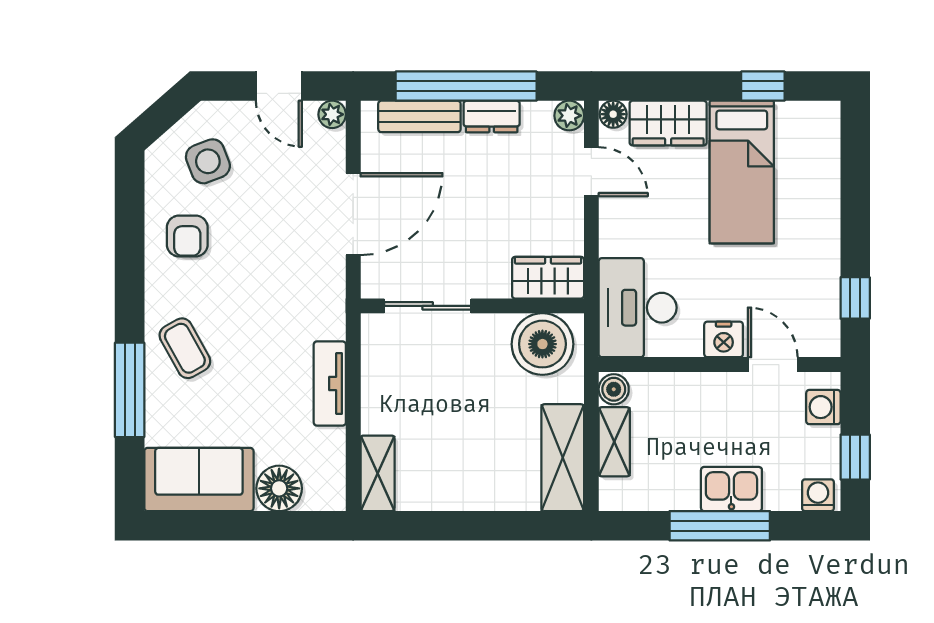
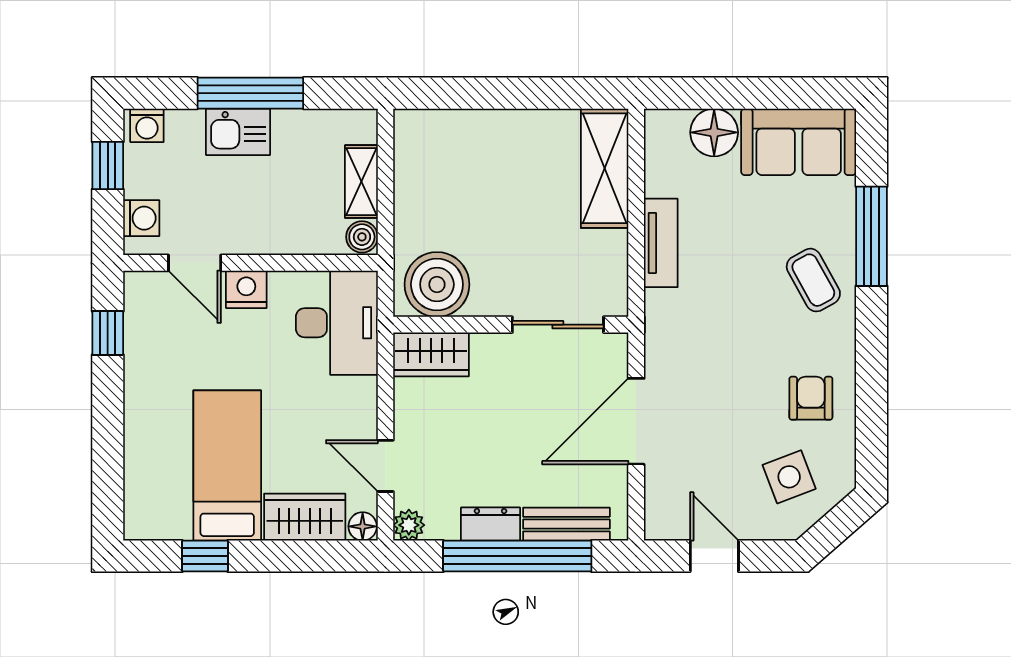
plant: (332, 114) -> (658, 526), removed
shelving: (563, 458) -> (416, 165), removed
shelving: (378, 473) -> (605, 168), width x1.50, depth x1.33

